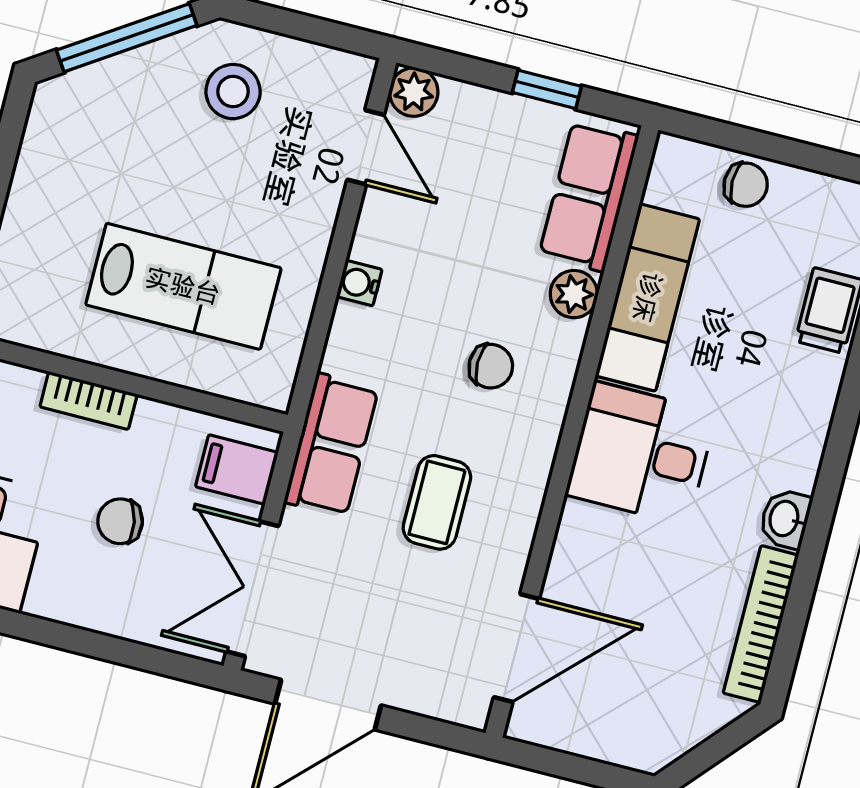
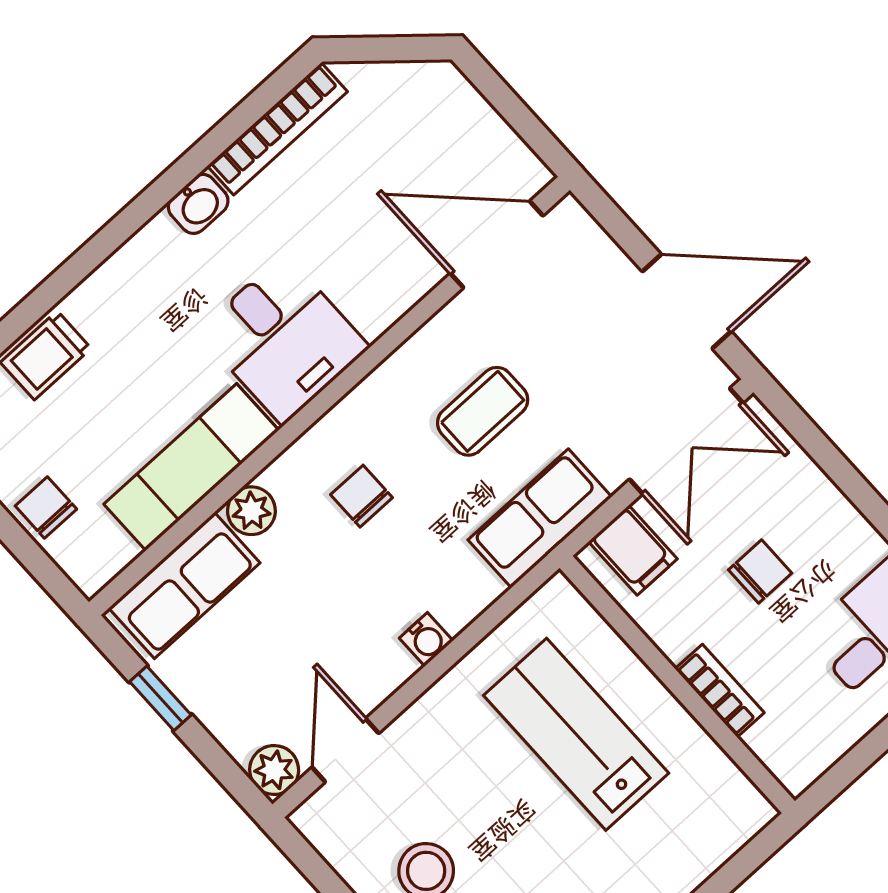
chair: (120, 521) -> (760, 571), turned -79

